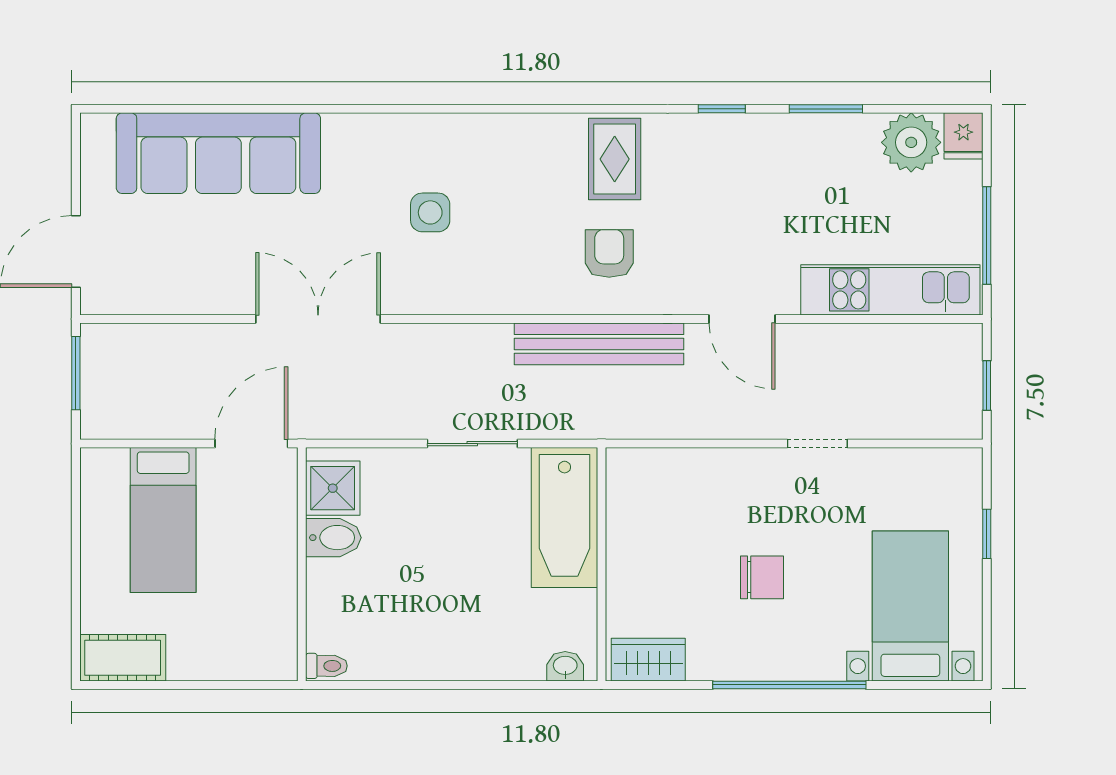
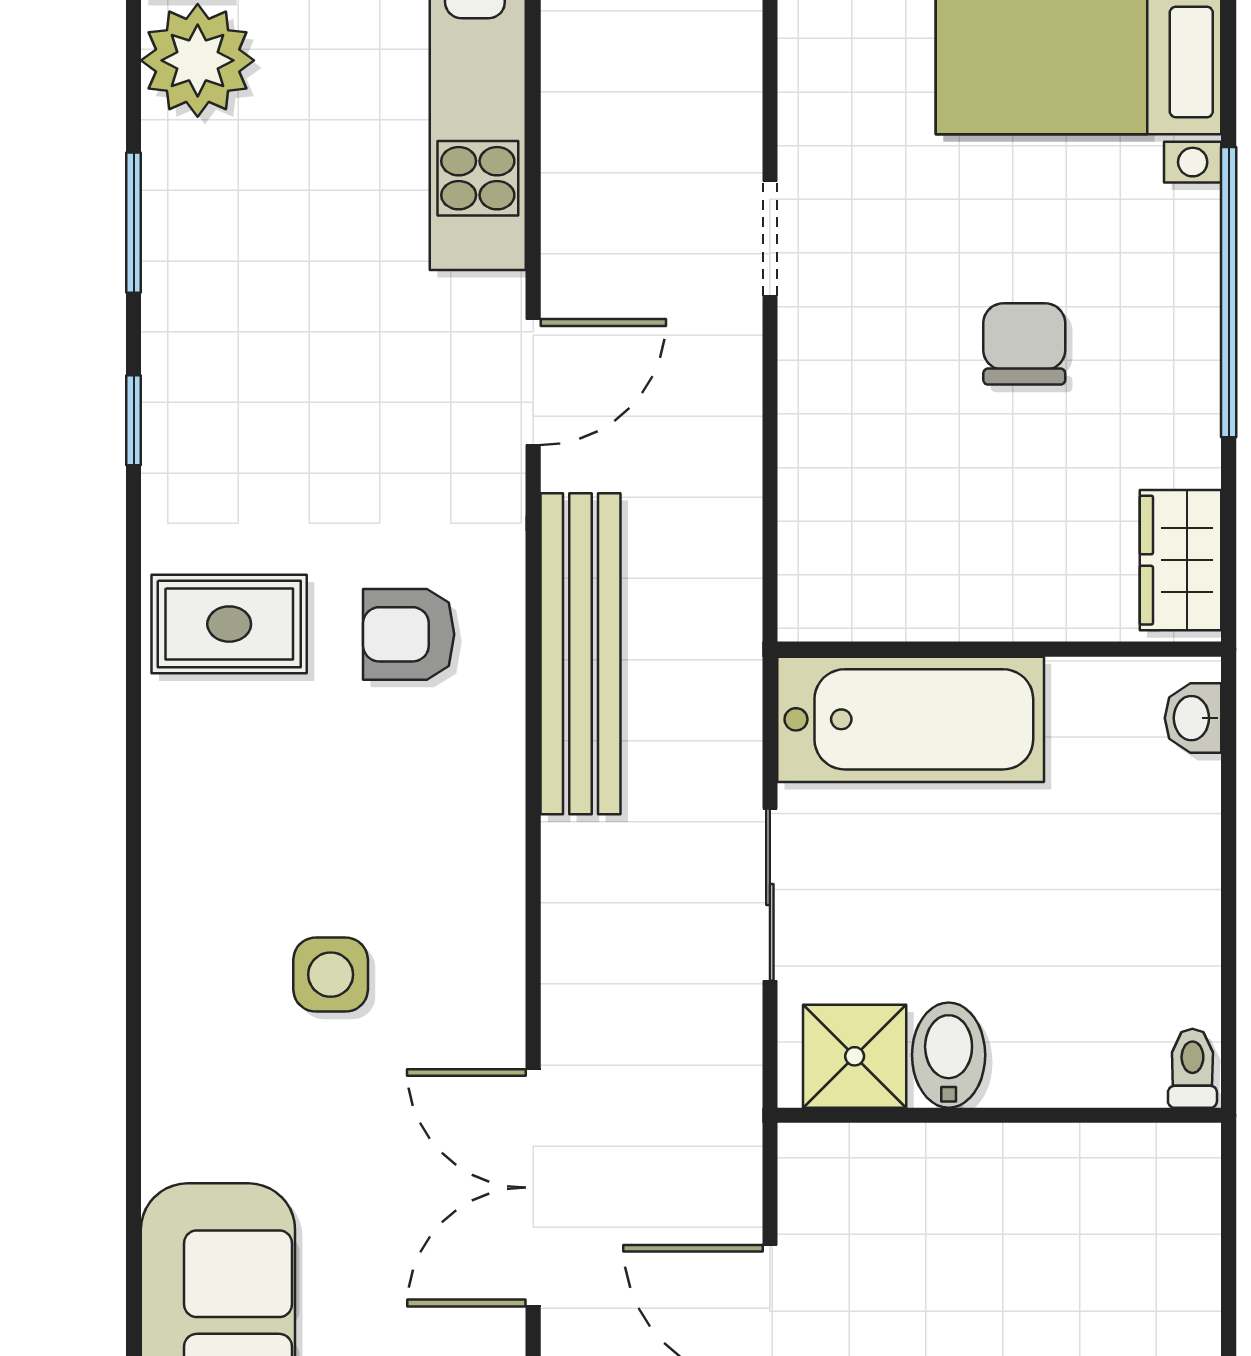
shower: (333, 488) -> (855, 1056), moved
bidet: (333, 538) -> (949, 1055), moved
wall: (302, 564) -> (999, 1115), moved
toilet: (326, 666) -> (1192, 1068), moved

